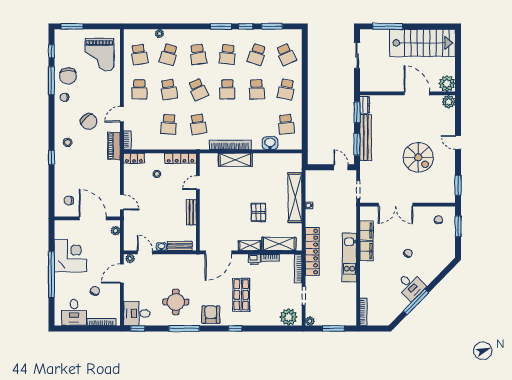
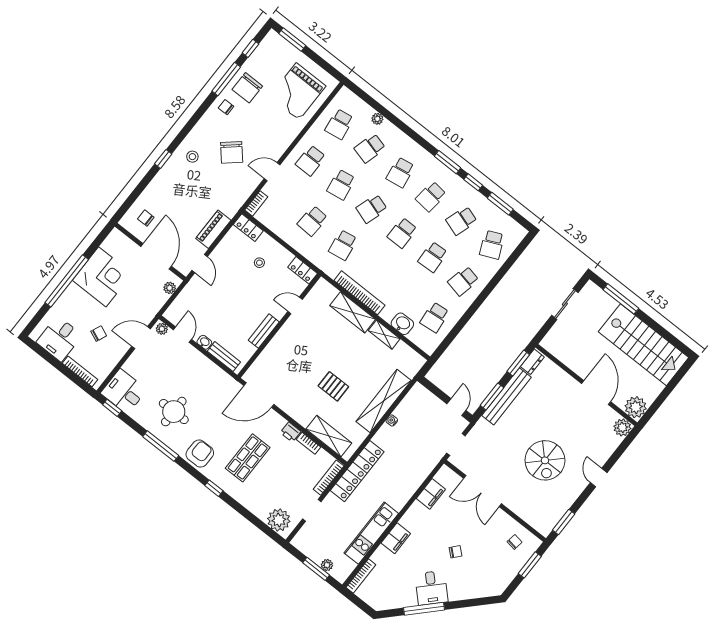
school desk: (198, 89) -> (372, 209), turned 42
piano: (114, 146) -> (213, 229), moved
locker: (181, 158) -> (303, 270), width x0.66
pallet: (258, 212) -> (333, 386), turned 90
shelving: (250, 246) -> (384, 335), moved
filing cabinet: (366, 251) -> (396, 538), moved
kitchen unit: (350, 257) -> (371, 533), moved
plant: (310, 321) -> (327, 565), moved

